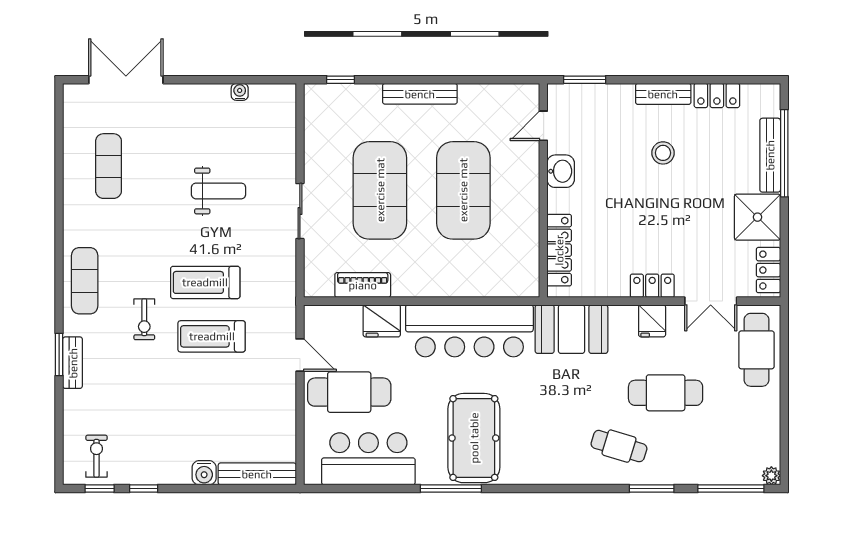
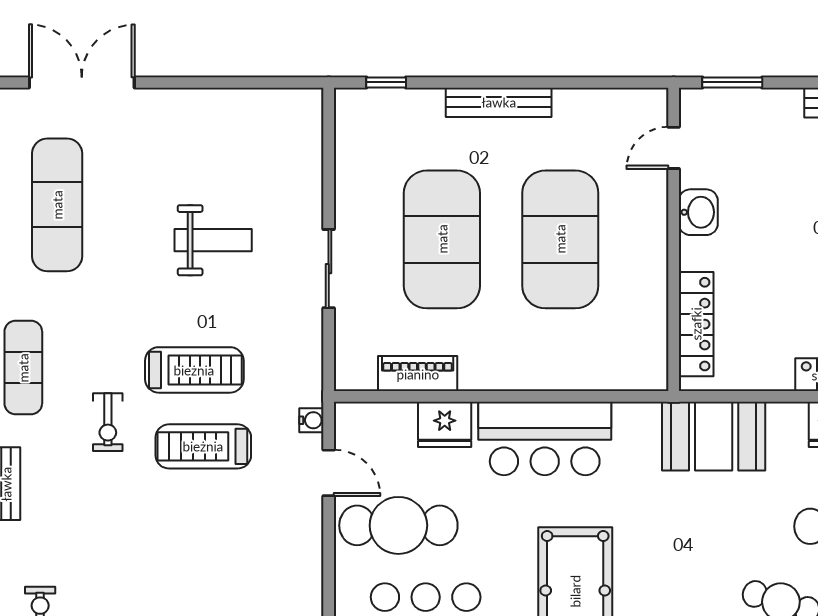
water cooler: (240, 92) -> (311, 420), moved, turned 90
exercise mat: (109, 166) -> (57, 205), width x1.36, depth x1.45
treadmill: (205, 282) -> (194, 370), turned 180
bar counter: (469, 331) -> (545, 438), width x0.73

